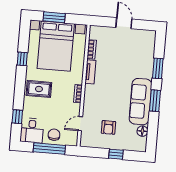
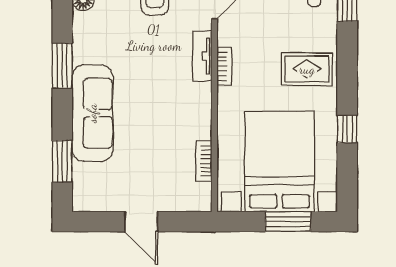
window: (158, 68) -> (62, 161), moved
tv unit: (90, 72) -> (202, 56), moved
sofa: (140, 102) -> (92, 113), moved

